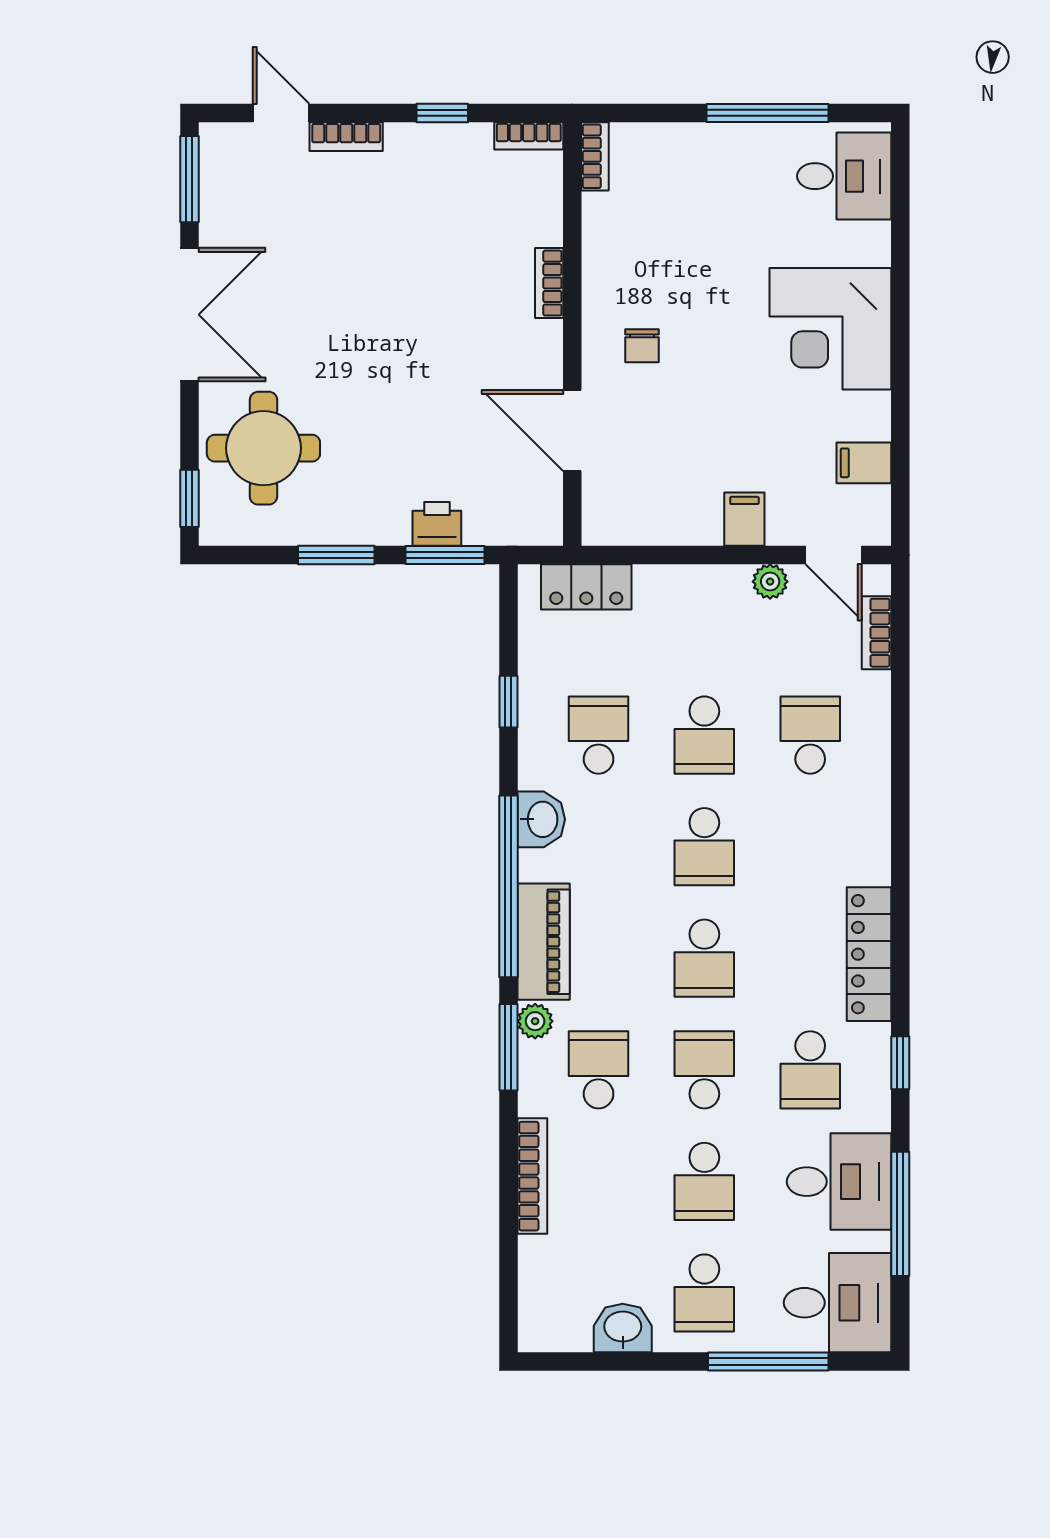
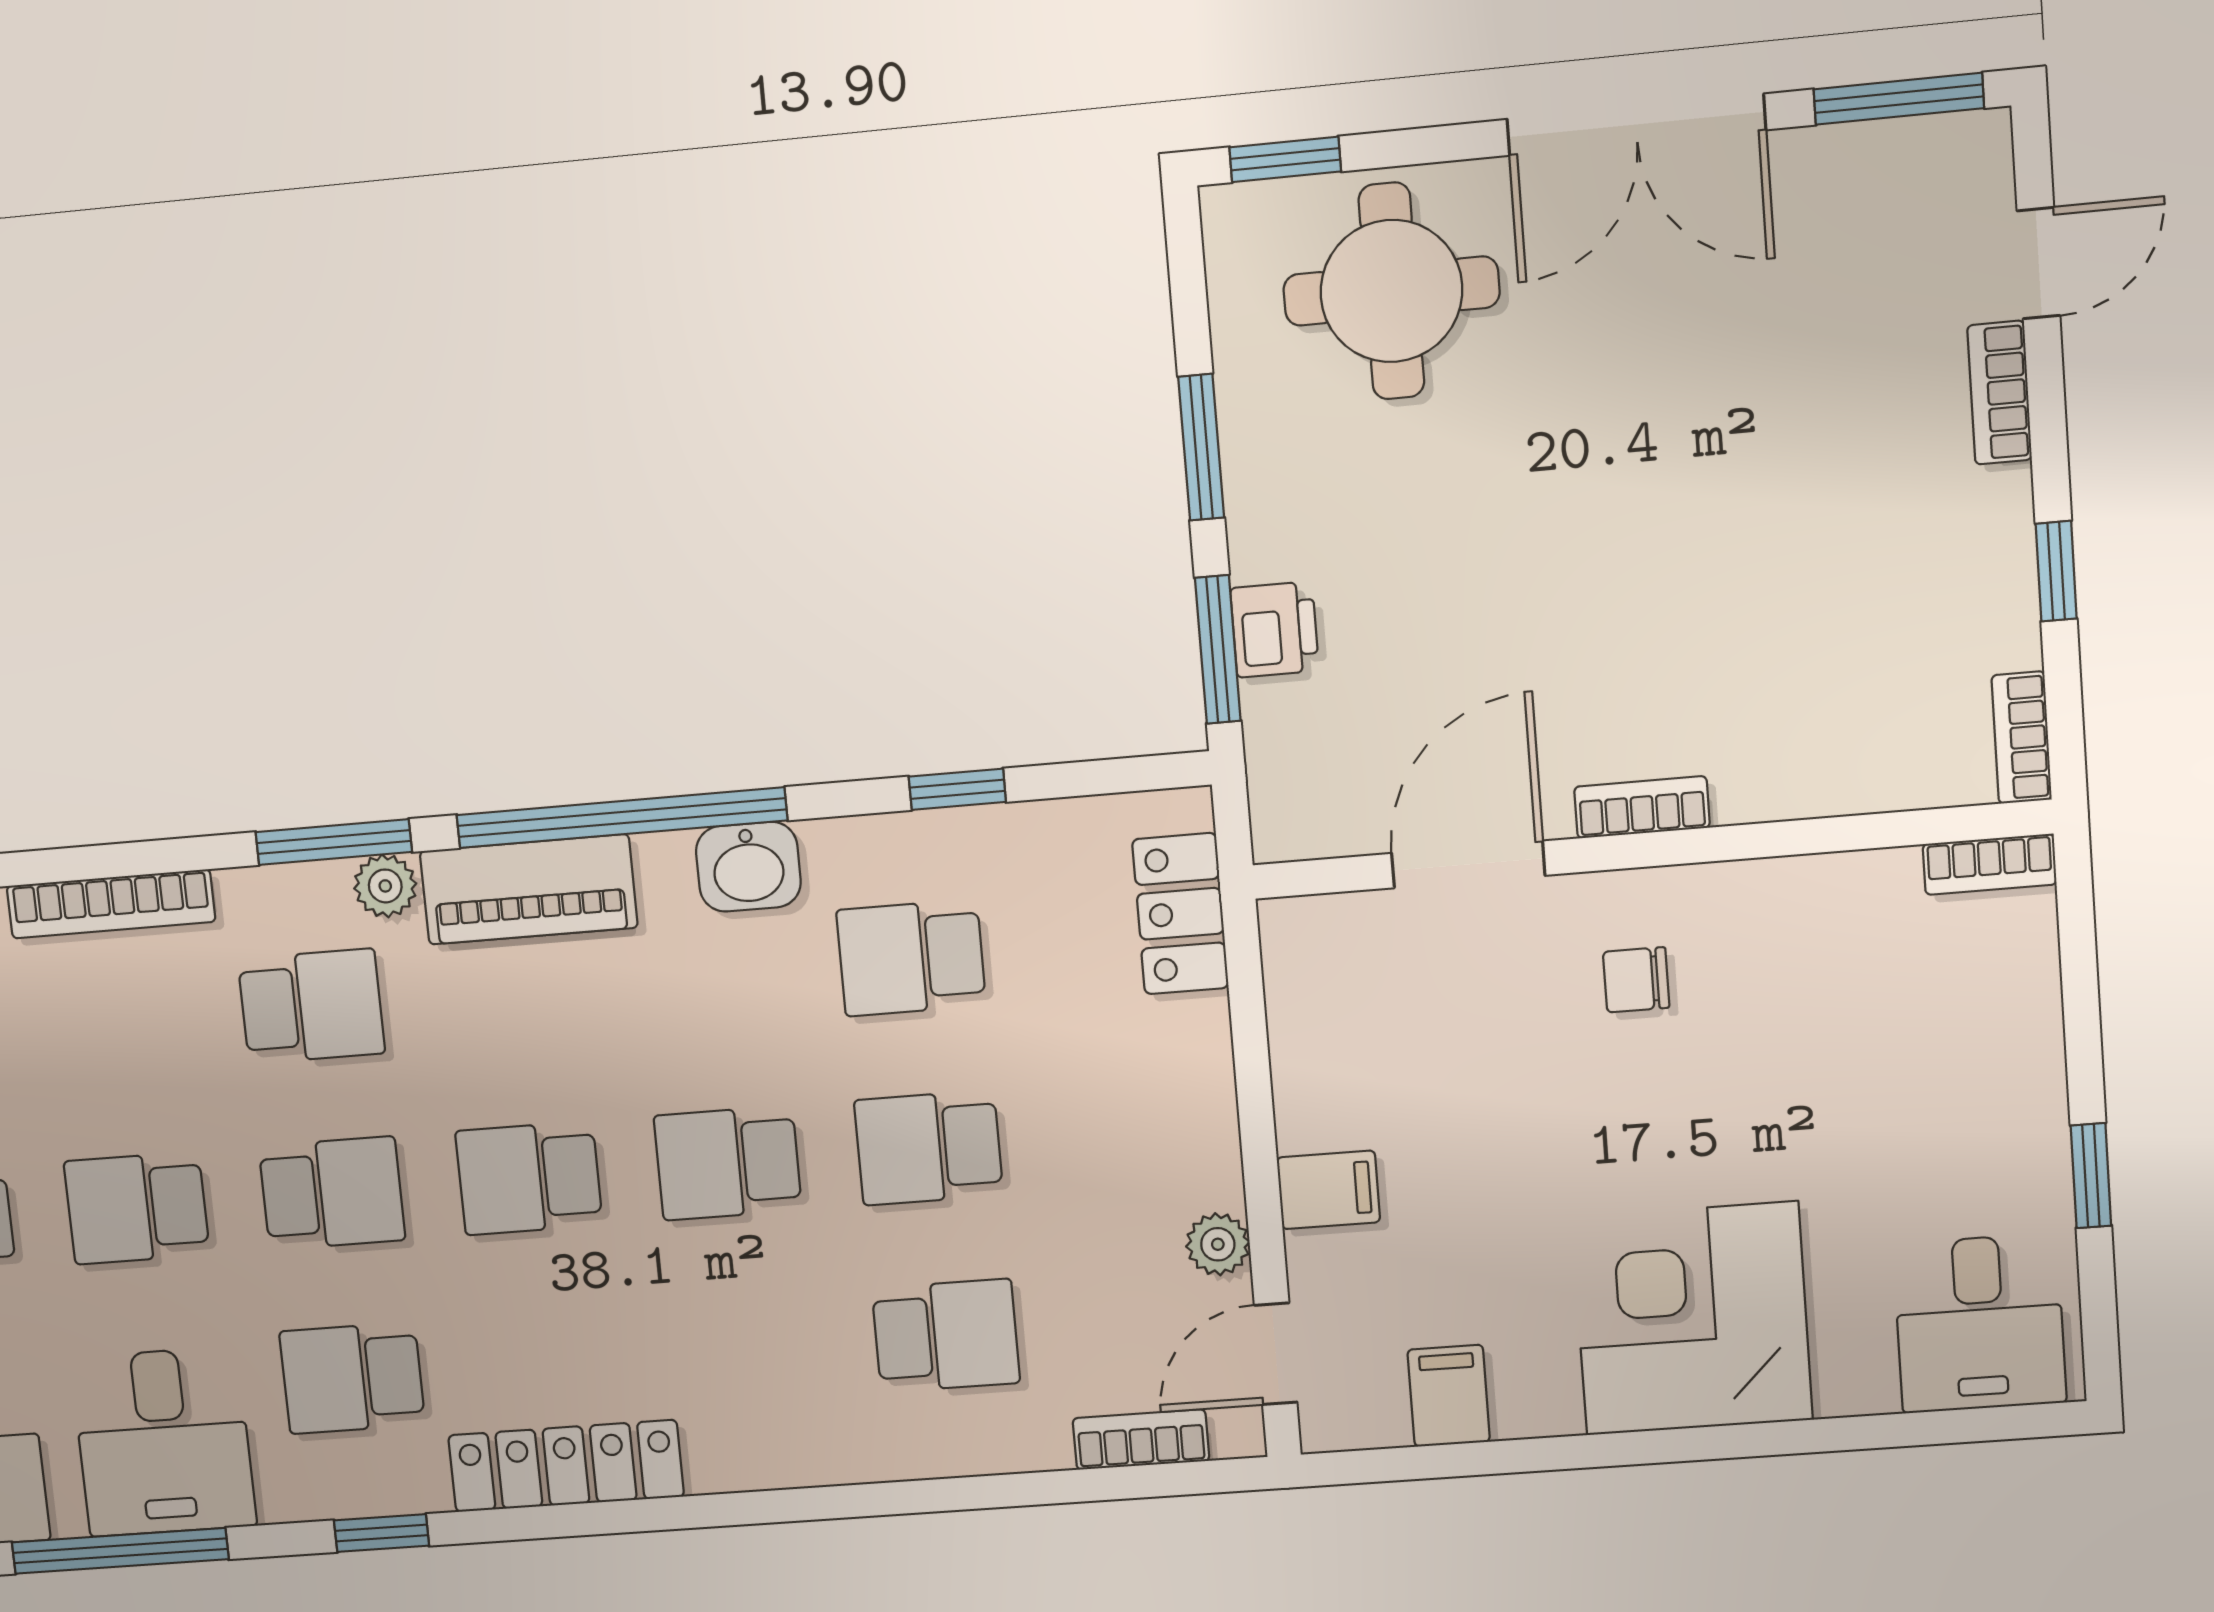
window: (768, 113) -> (2091, 1176), width x0.46
bookcase: (549, 283) -> (1642, 807), moved
school desk: (599, 735) -> (911, 958), turned 180

